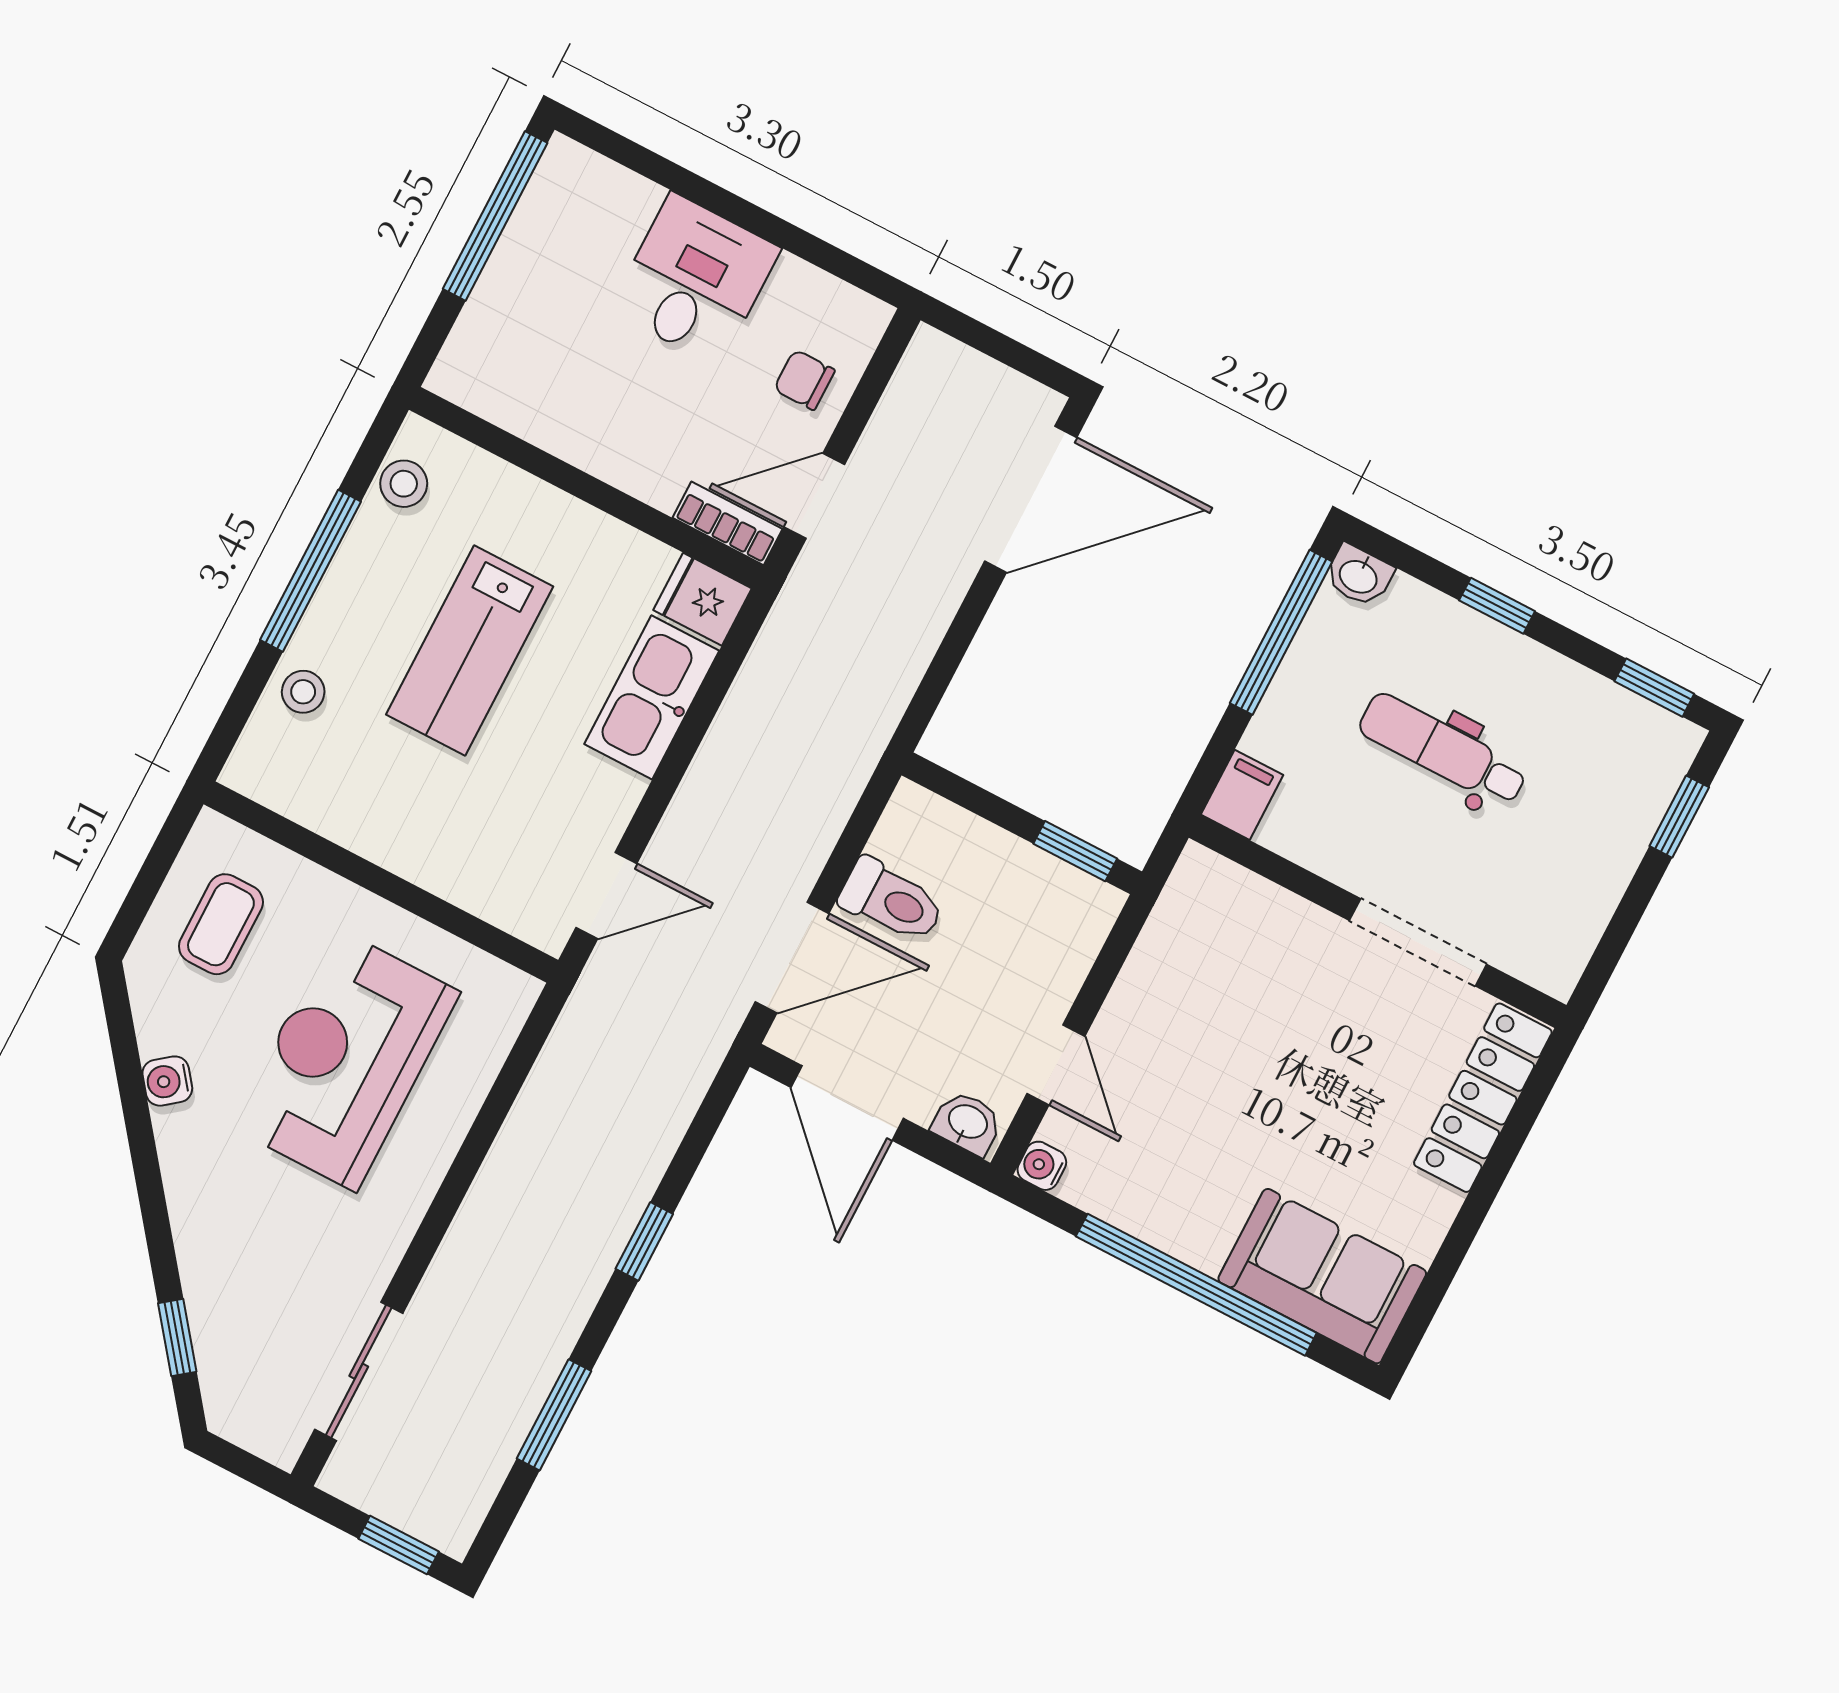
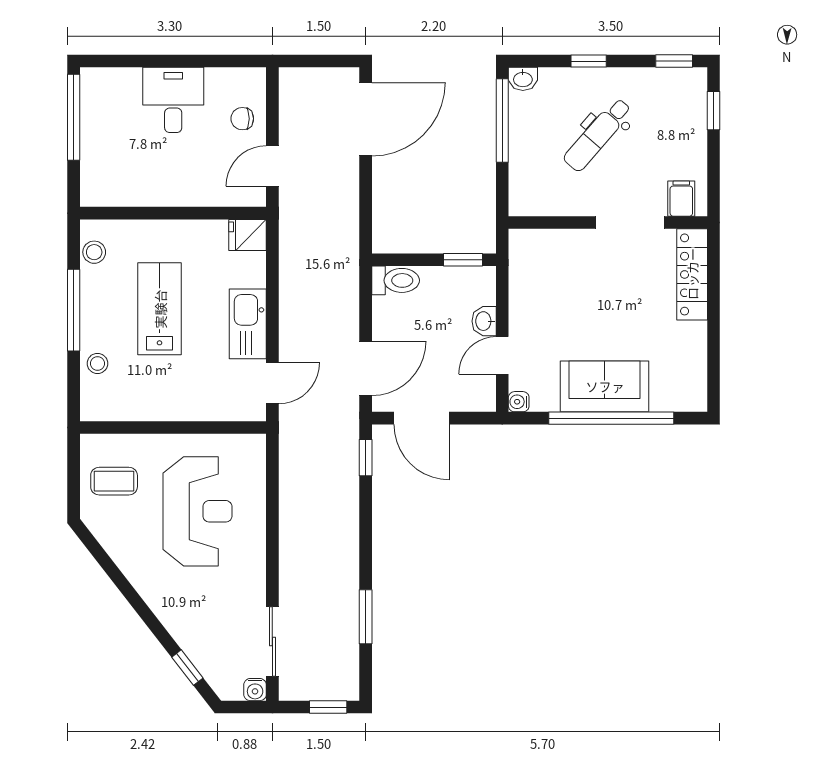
bookcase: (728, 523) -> (241, 197), removed
lab bench: (470, 651) -> (160, 309), turned 180
kitchen sink: (652, 697) -> (248, 324), moved
dental chair: (1443, 750) -> (598, 135), turned -49
filing cabinet: (1242, 795) -> (681, 199), moved
toilet: (892, 901) -> (396, 280), moved
coffee table: (221, 924) -> (114, 481), turned 90
reception desk: (346, 1060) -> (198, 511), turned 180
door: (1056, 1065) -> (502, 355), swing flipped
water cooler: (167, 1081) -> (255, 690), moved, turned -52
washbasin: (967, 1123) -> (484, 321), moved, turned -90
window: (644, 1241) -> (366, 458), moved
sofa: (1322, 1276) -> (605, 386), moved

